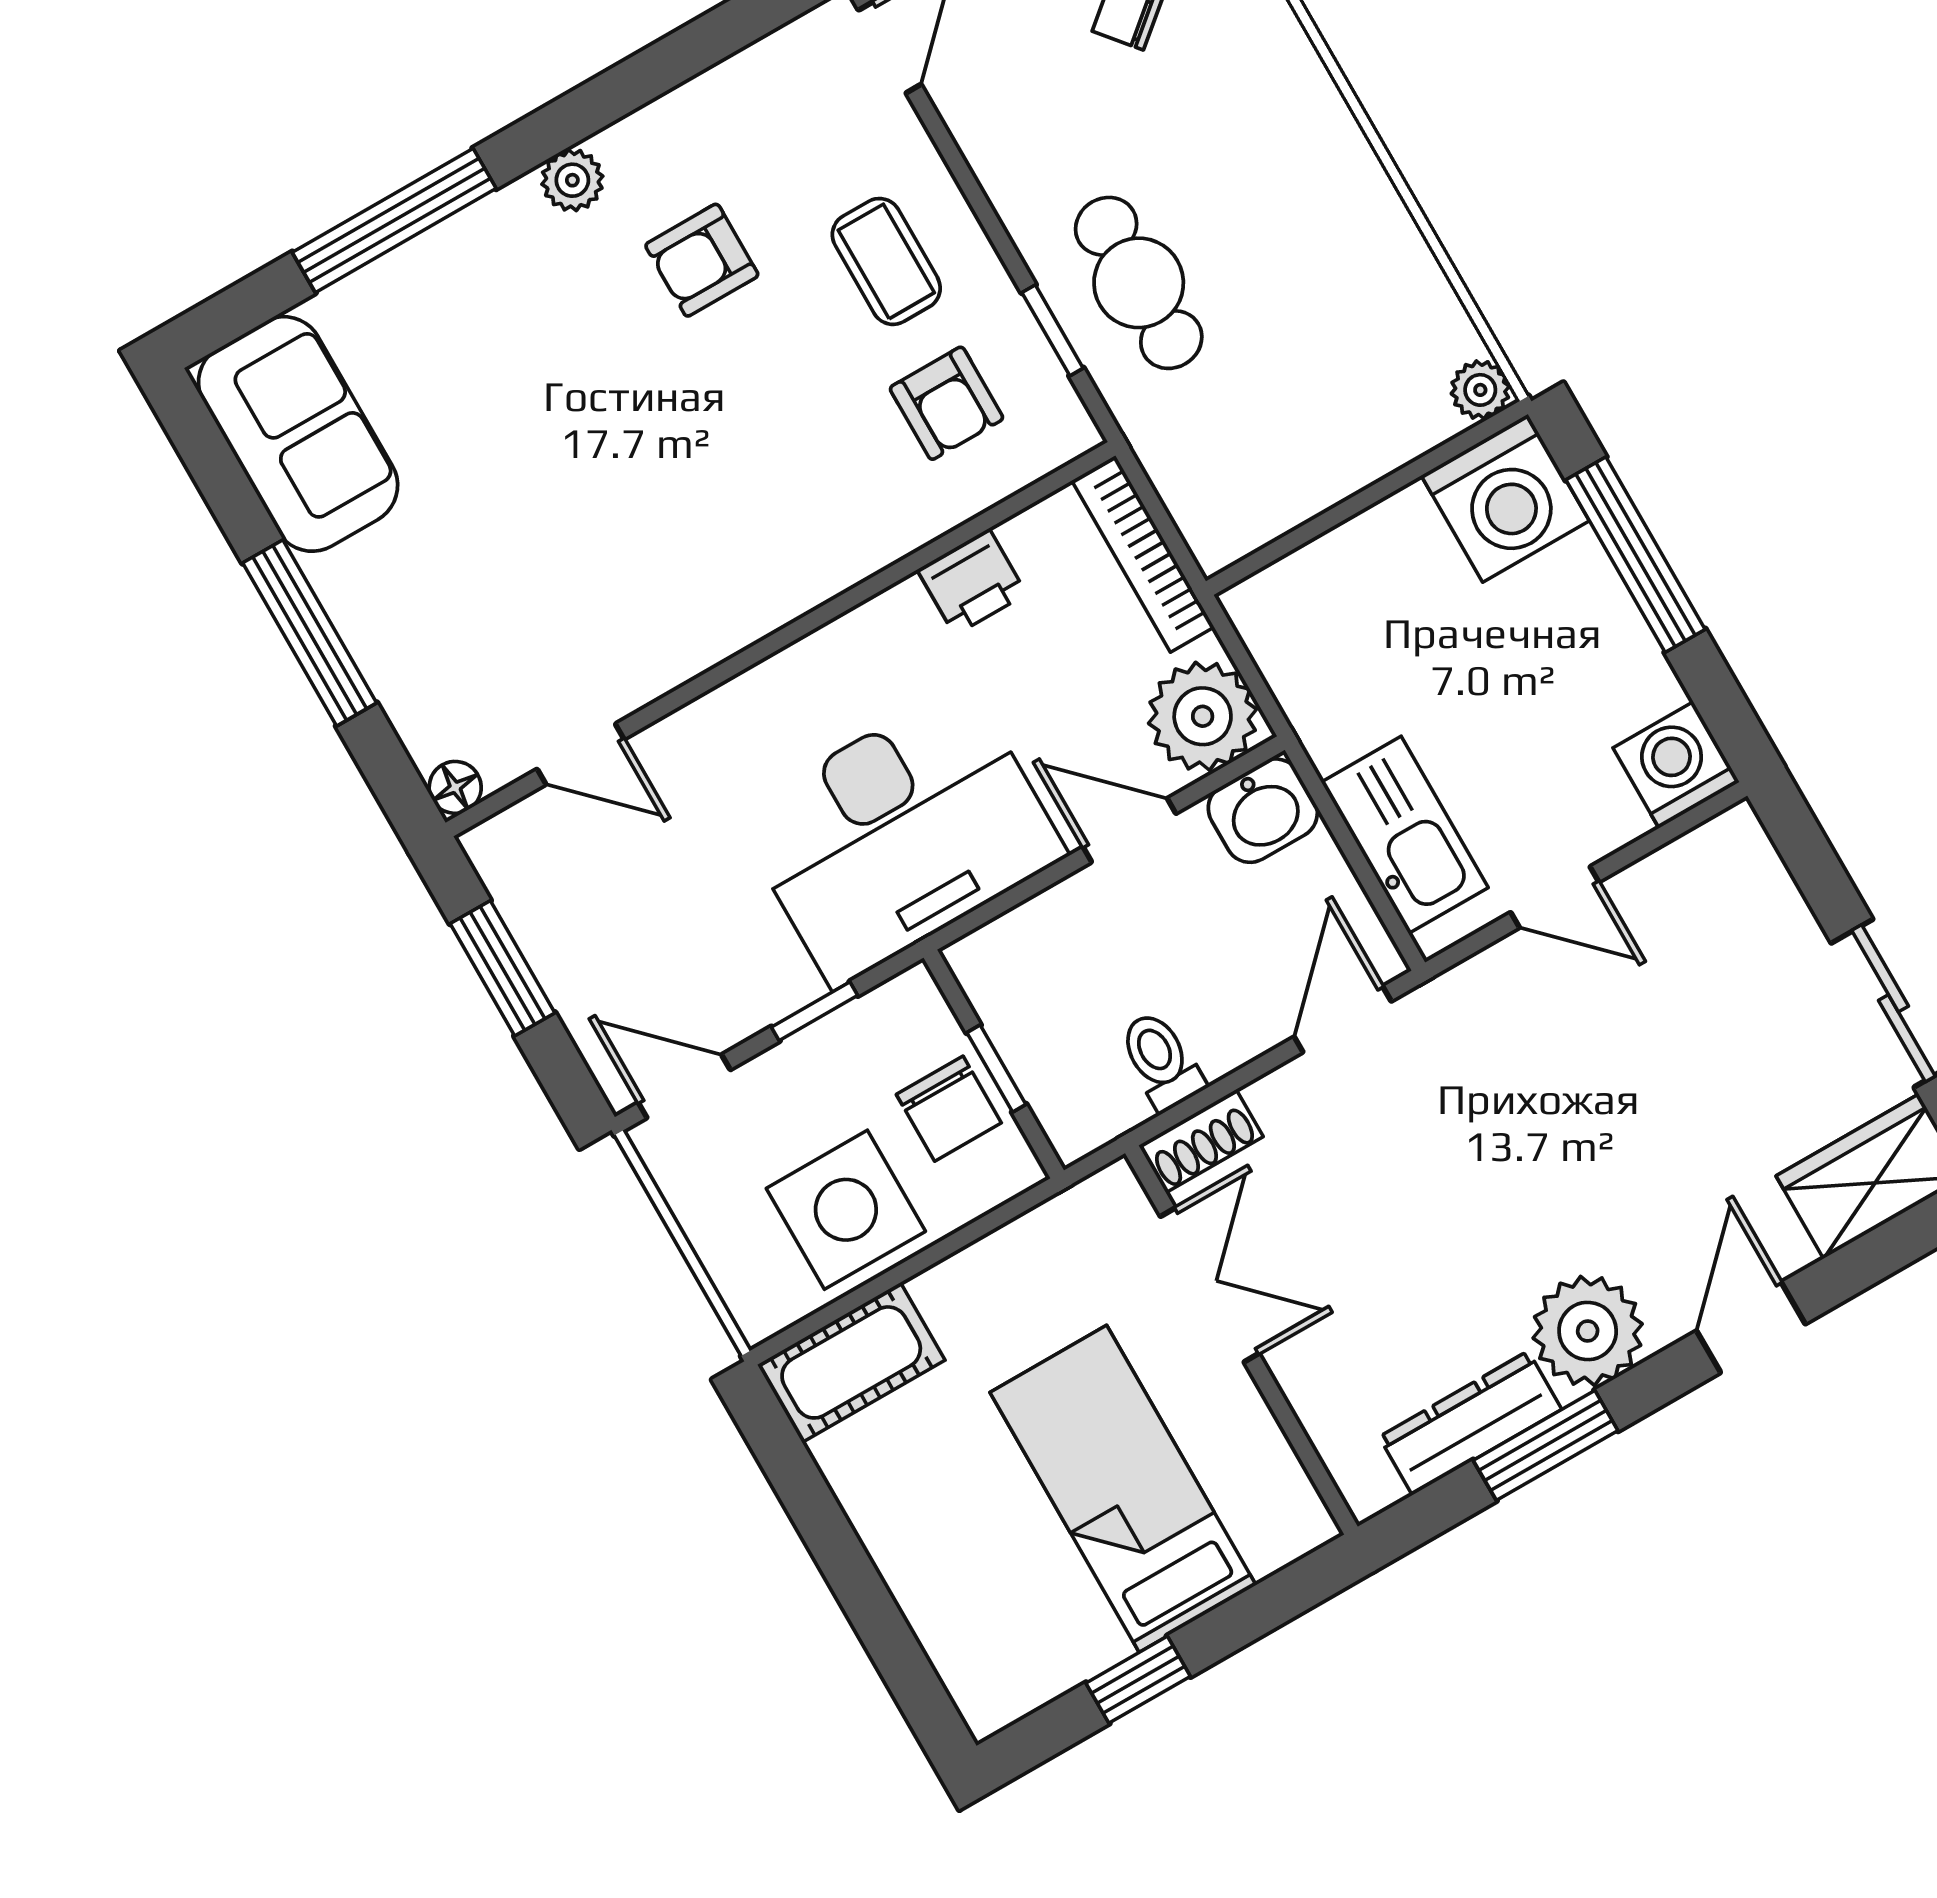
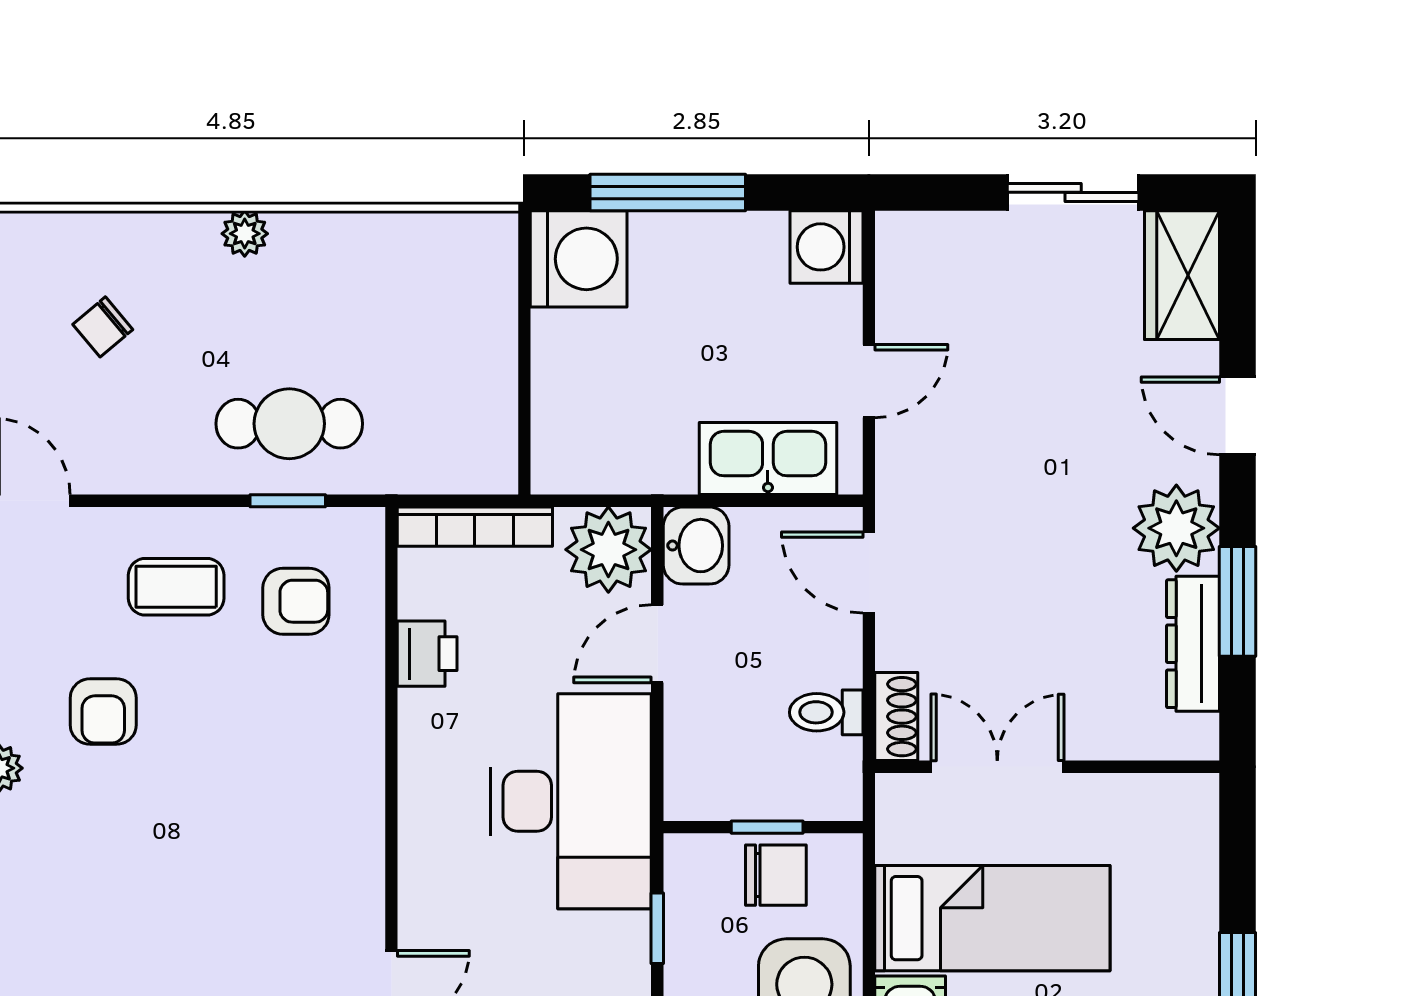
plant: (1480, 390) -> (245, 234), moved
bed: (1123, 1489) -> (992, 918), moved, turned 180

